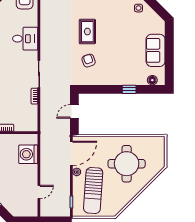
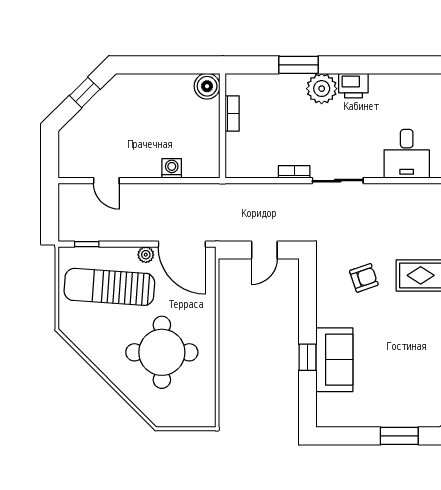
window: (169, 42) -> (399, 436), added
sofa: (156, 50) -> (334, 360), moved, turned 90
floor lamp: (152, 80) -> (325, 403), removed
door: (74, 111) -> (264, 250), swing flipped
washing machine: (28, 154) -> (172, 168), width x0.53, depth x0.53

